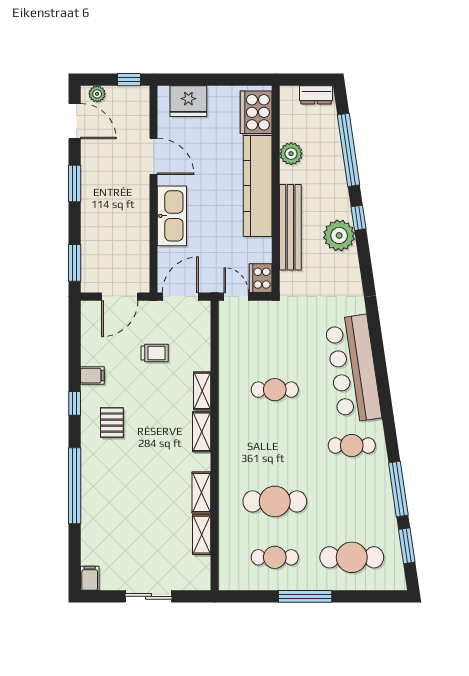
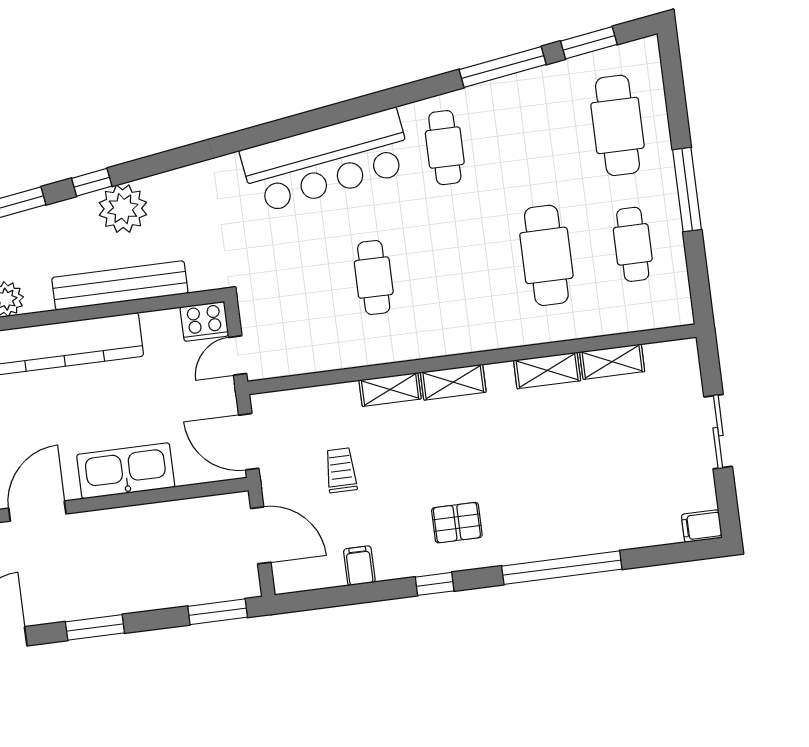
filing cabinet: (92, 376) -> (359, 566), moved

